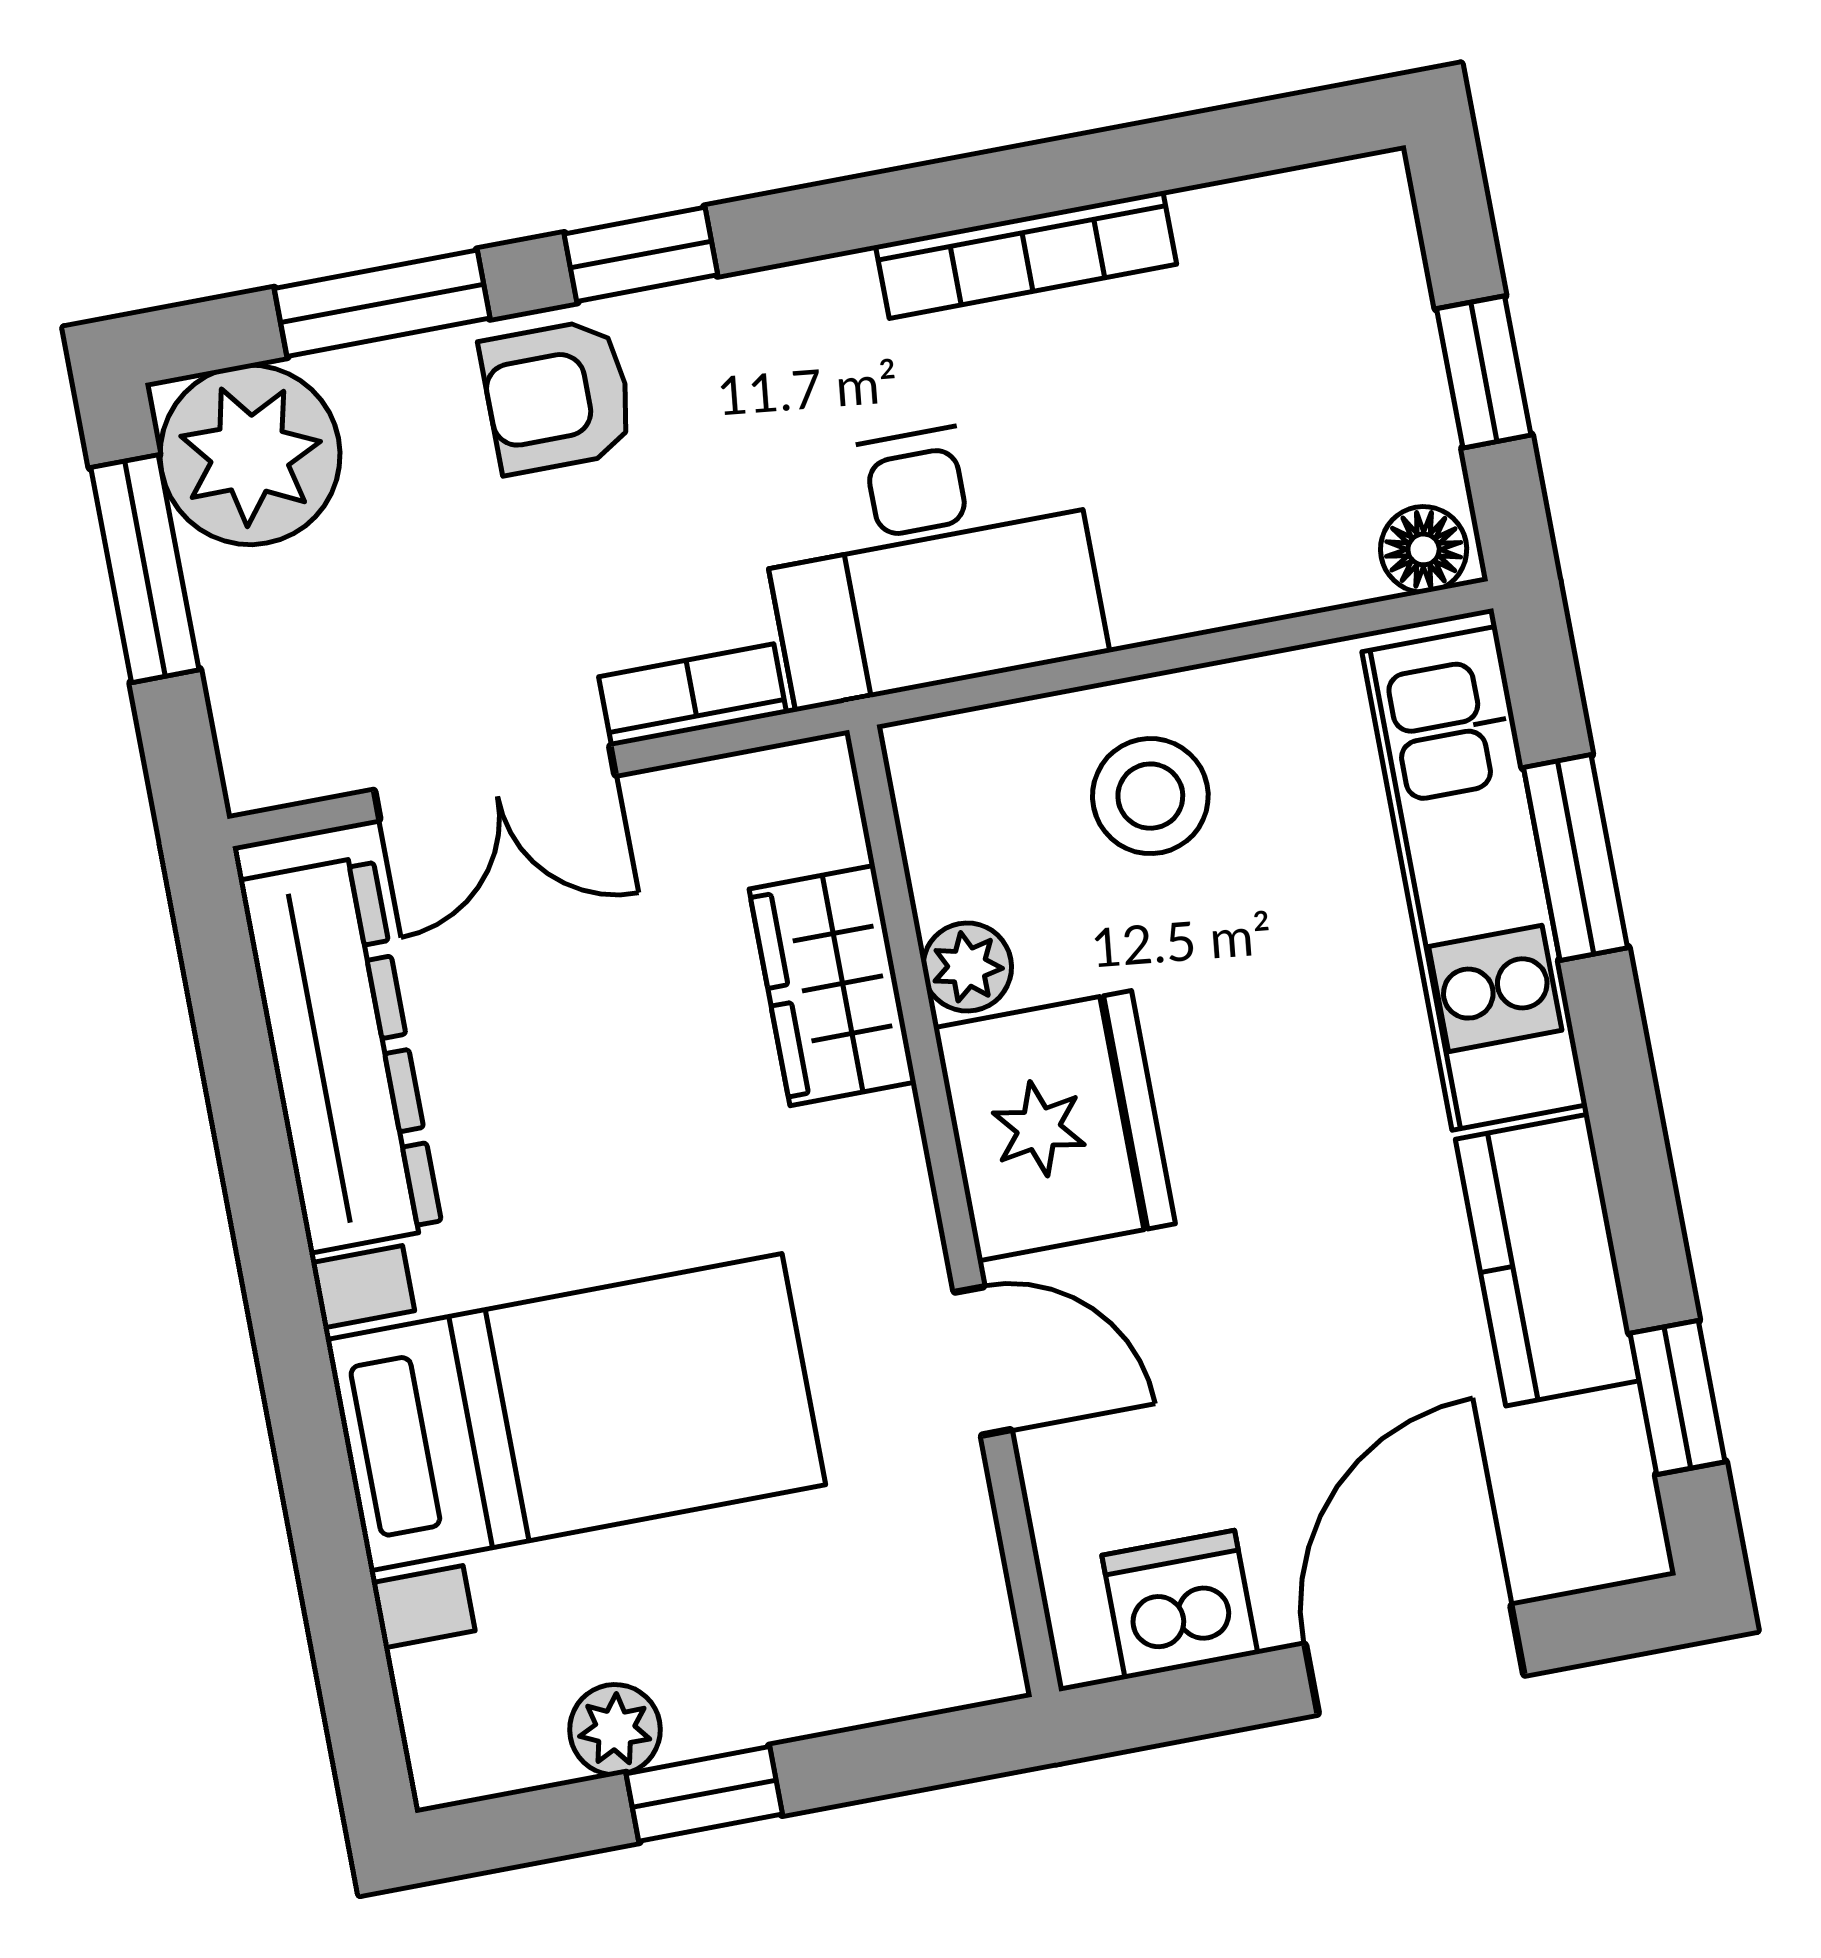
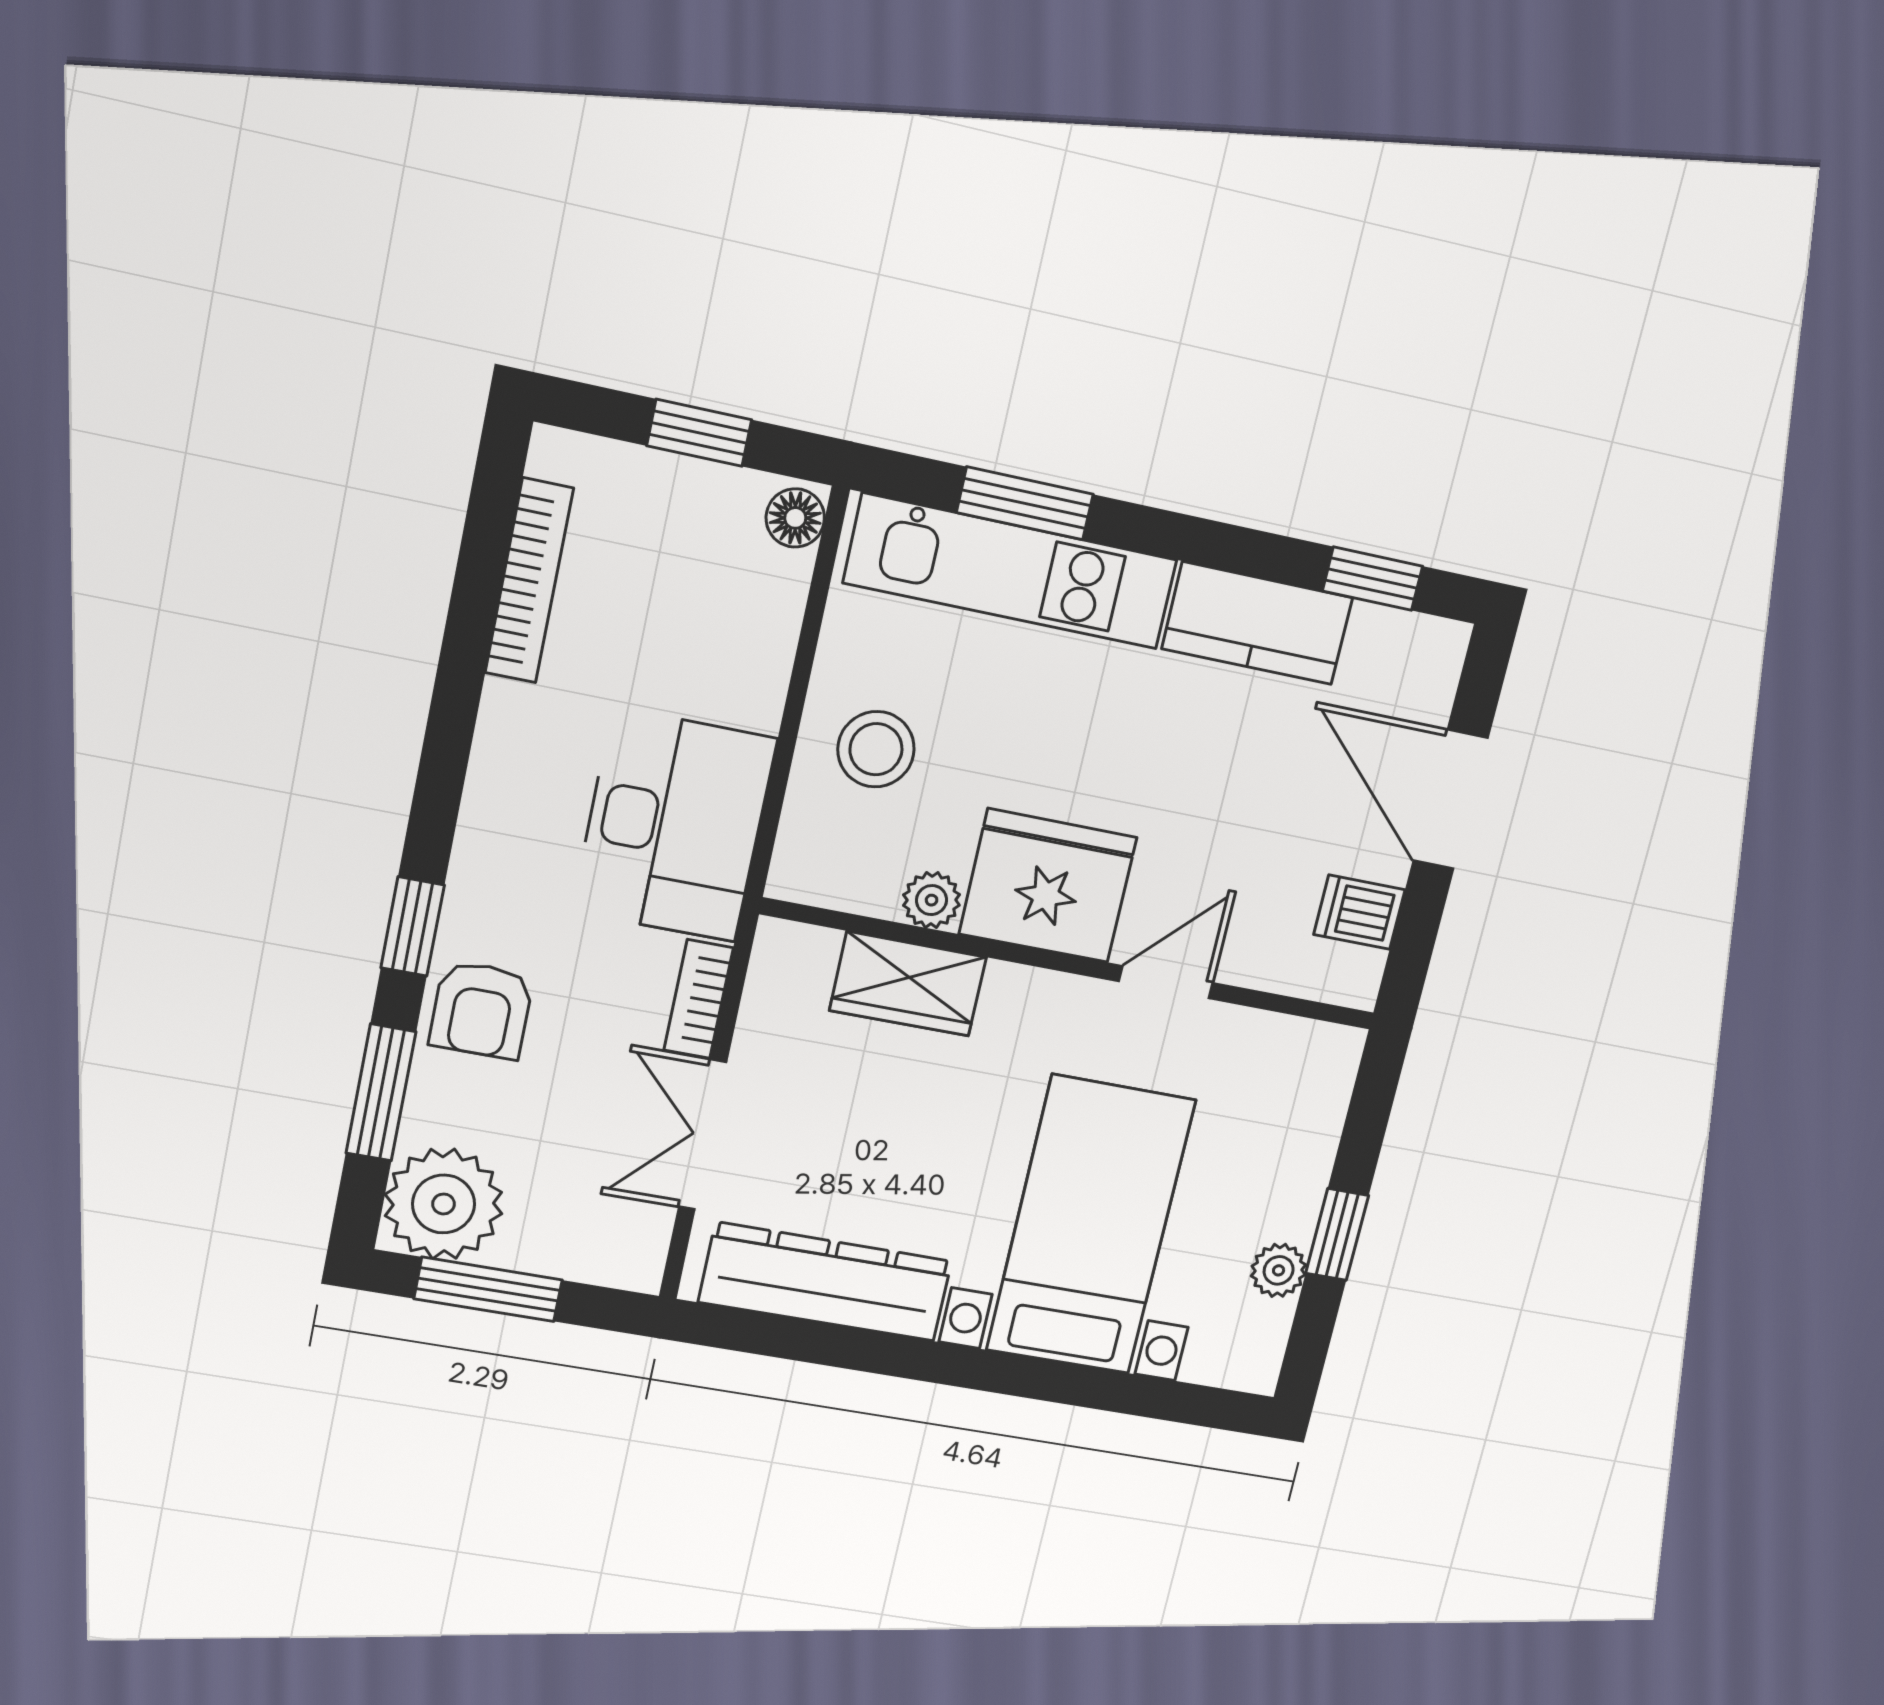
bookcase: (1026, 255) -> (529, 581), moved
double door: (495, 783) -> (702, 1135), swing flipped
dishwasher: (1180, 1605) -> (1359, 912), width x0.73

